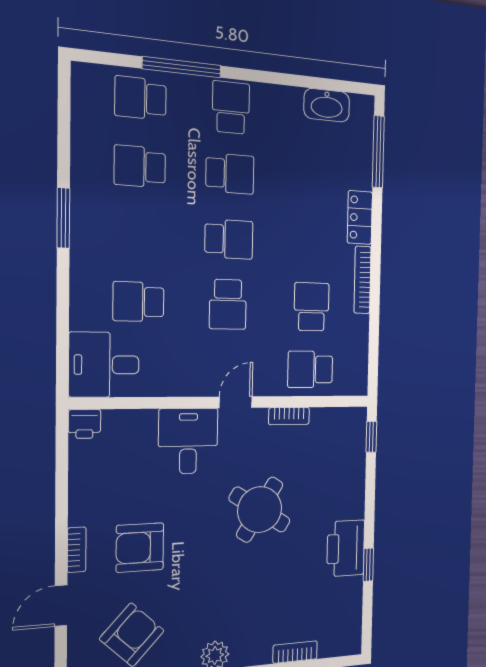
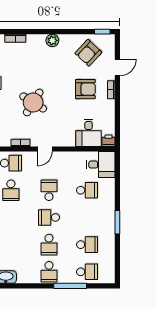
school desk: (230, 174) -> (49, 245), turned -90
desk: (188, 441) -> (88, 133), moved

